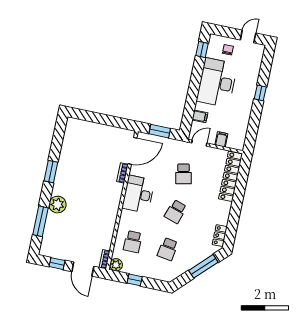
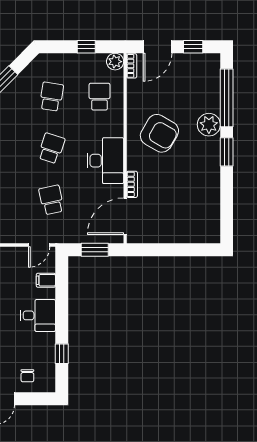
window: (202, 49) -> (62, 354), moved
desk: (217, 83) -> (38, 315), width x0.53, depth x0.77
filing cabinet: (221, 139) -> (11, 256), removed
window: (51, 172) -> (227, 152), moved
armchair: (95, 206) -> (159, 133), added
window: (40, 221) -> (227, 98), width x1.46
door: (83, 269) -> (158, 47), swing flipped

